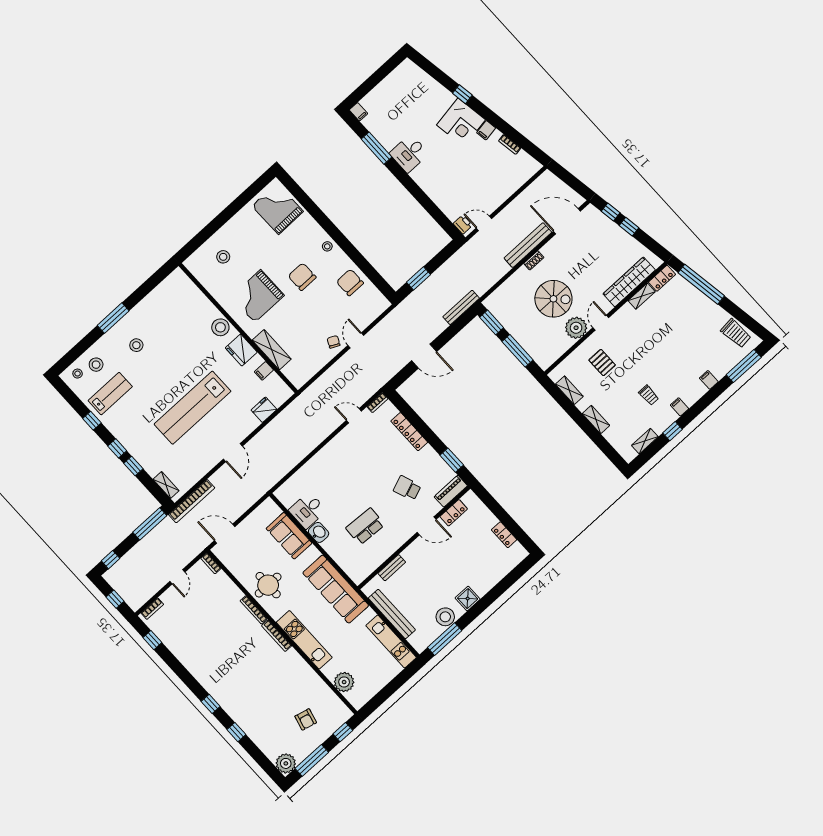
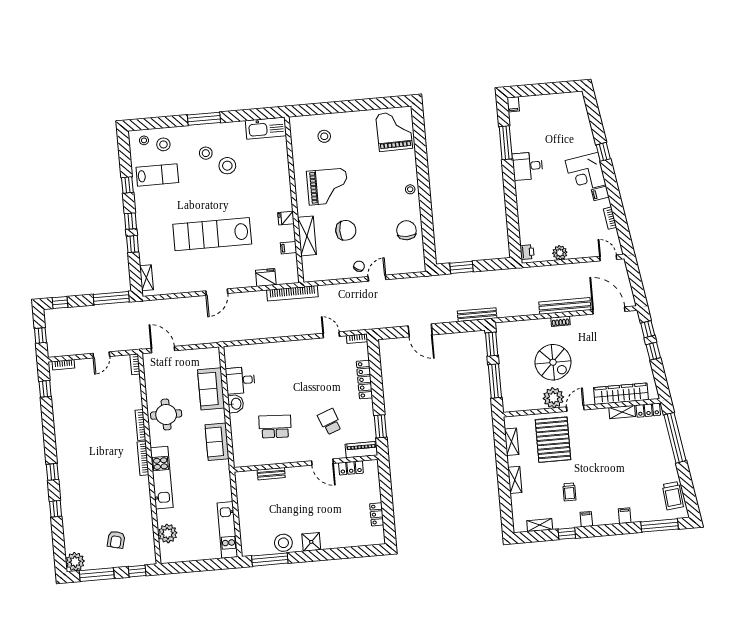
plant: (490, 204) -> (560, 253), added
door: (484, 223) -> (608, 258), moved
chair: (302, 277) -> (346, 230), moved, turned 90
kitchen sink: (170, 287) -> (266, 128), added
grand piano: (258, 296) -> (328, 187), turned 180
stool: (220, 327) -> (227, 166), moved
fridge: (241, 350) -> (286, 218), width x0.53, depth x0.75
pallet: (602, 363) -> (553, 440), width x2.05, depth x2.00
bookcase: (192, 501) -> (292, 293), moved
sofa: (336, 589) -> (217, 442), width x0.54, depth x0.79
bench: (392, 614) -> (244, 509), removed

